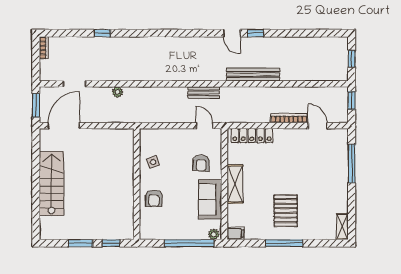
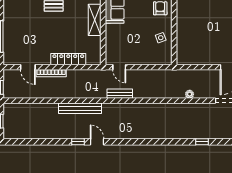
locker: (252, 136) -> (68, 59), moved
armchair: (201, 163) -> (122, 37), removed

